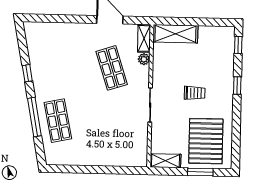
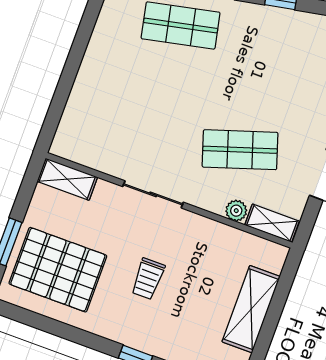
shelving: (175, 34) -> (251, 309), moved
shelving: (165, 161) -> (67, 179), moved, turned 90

